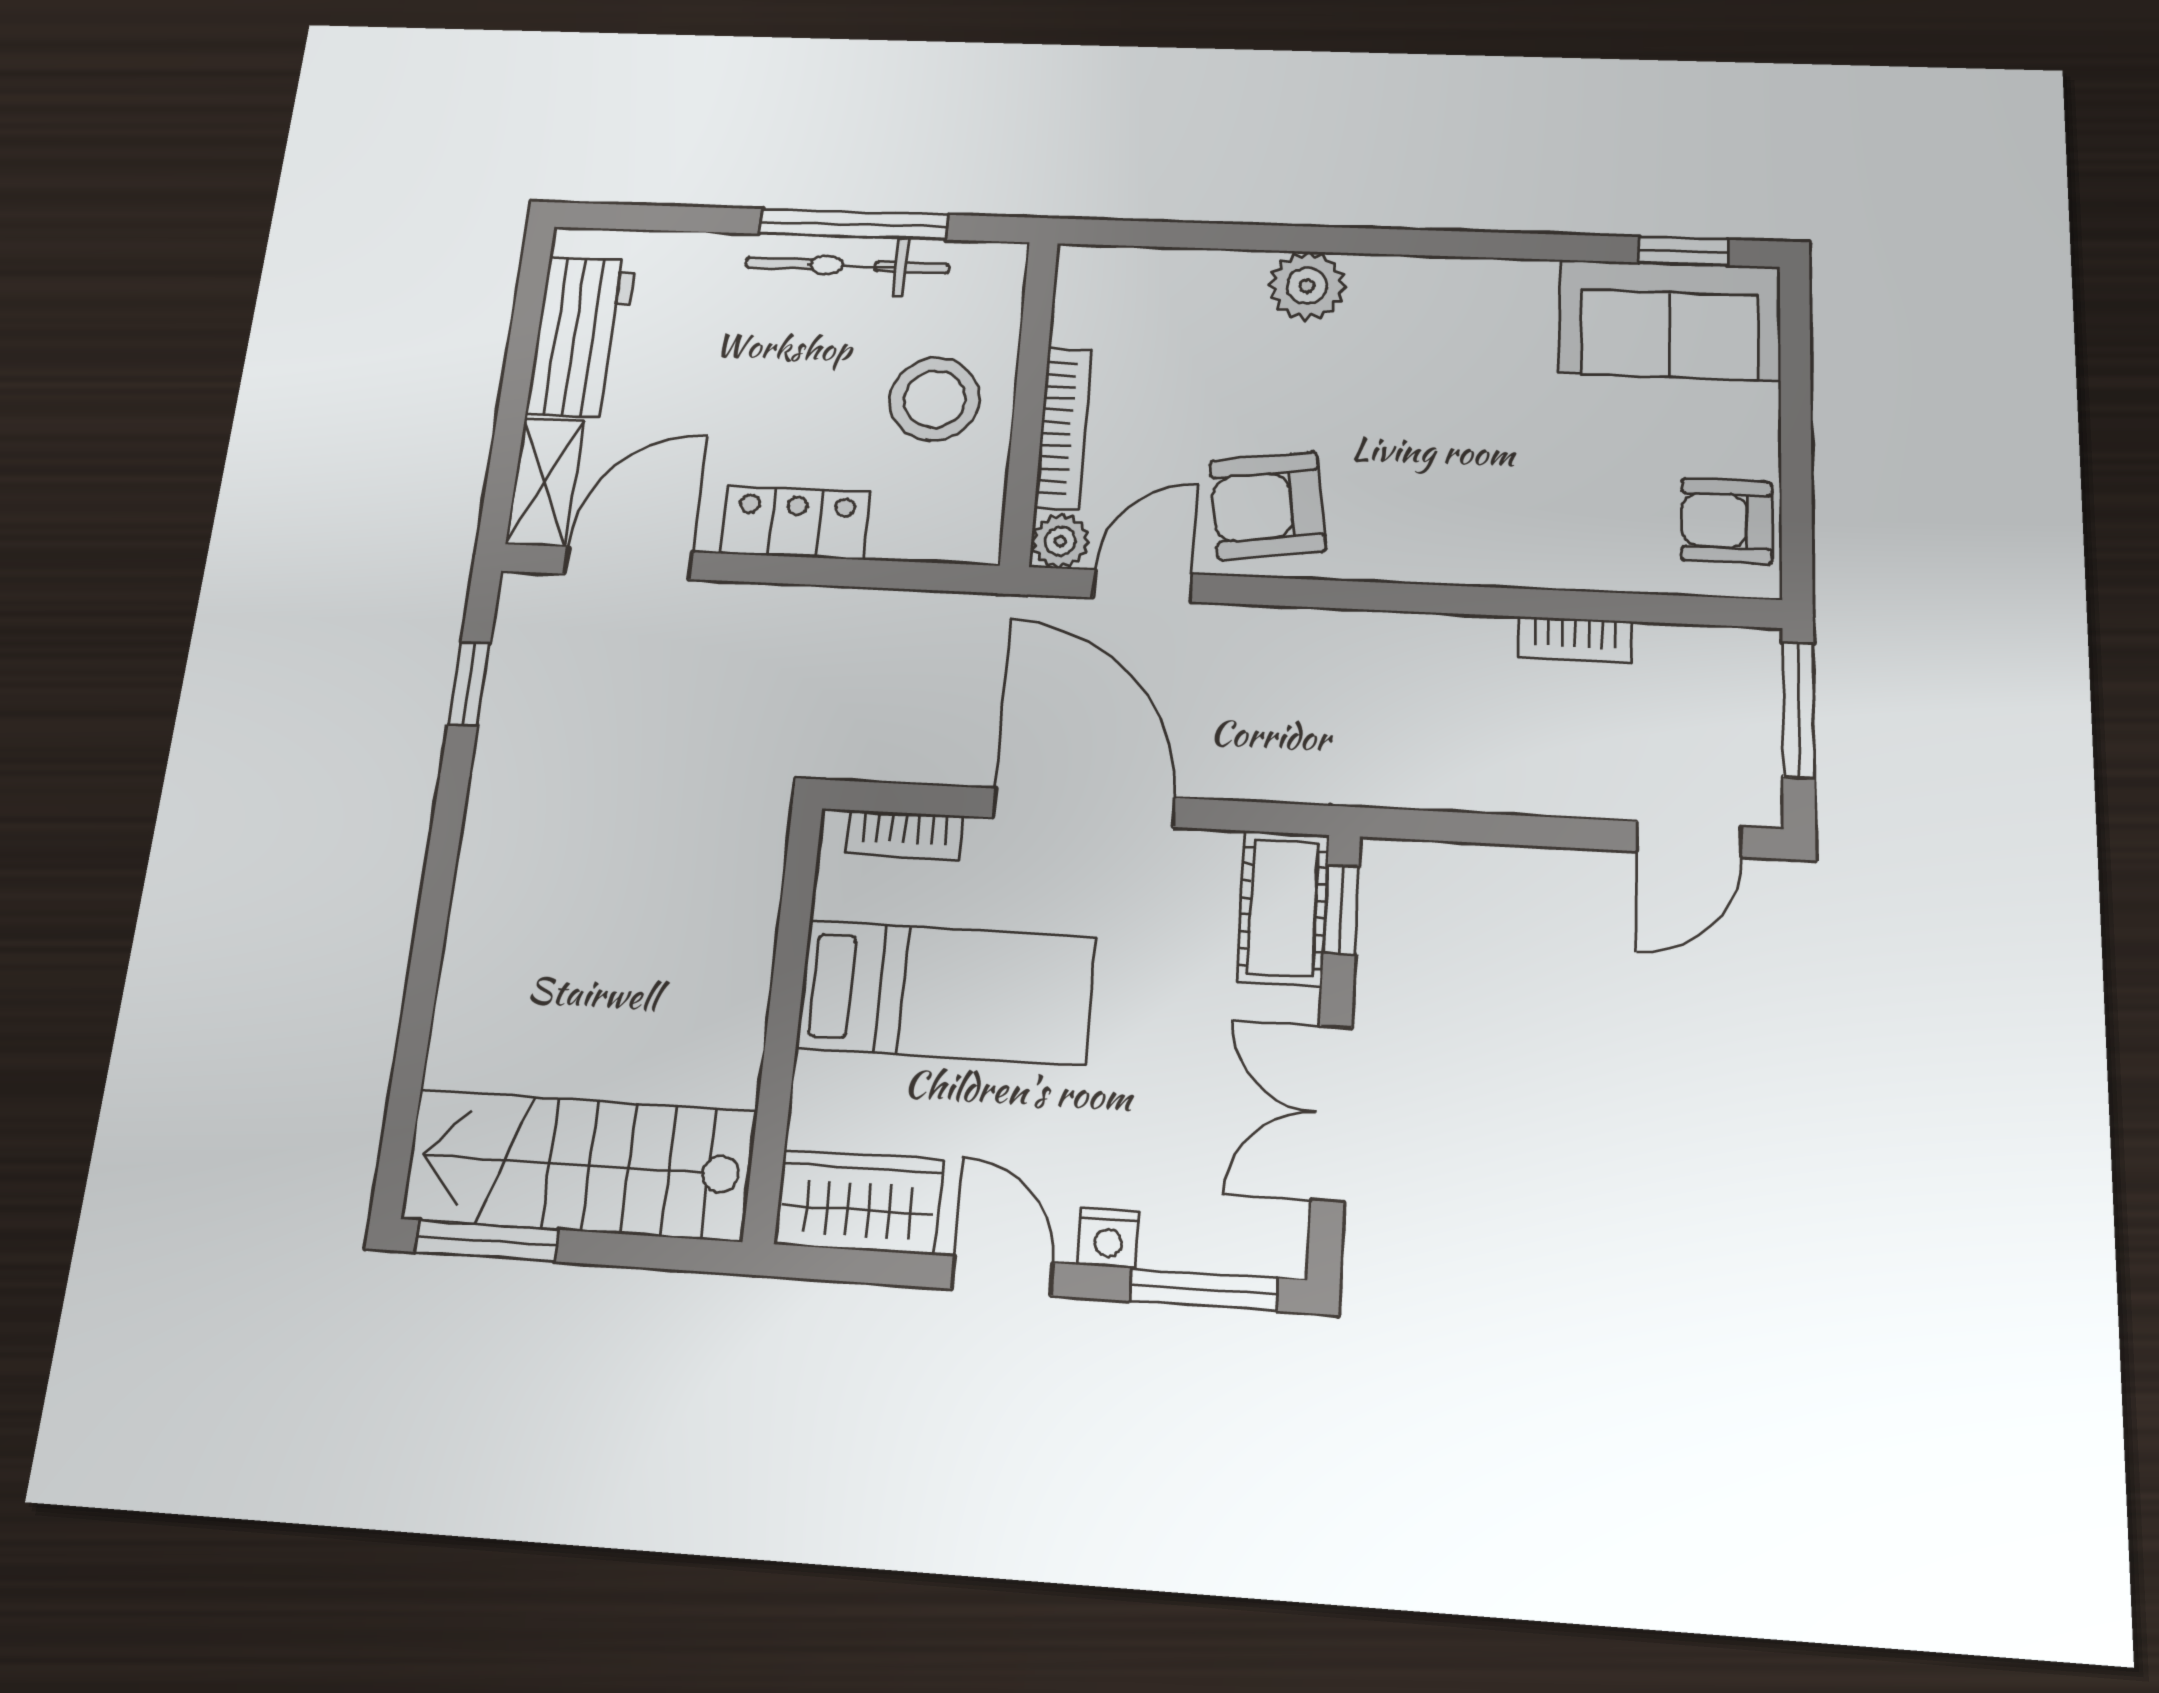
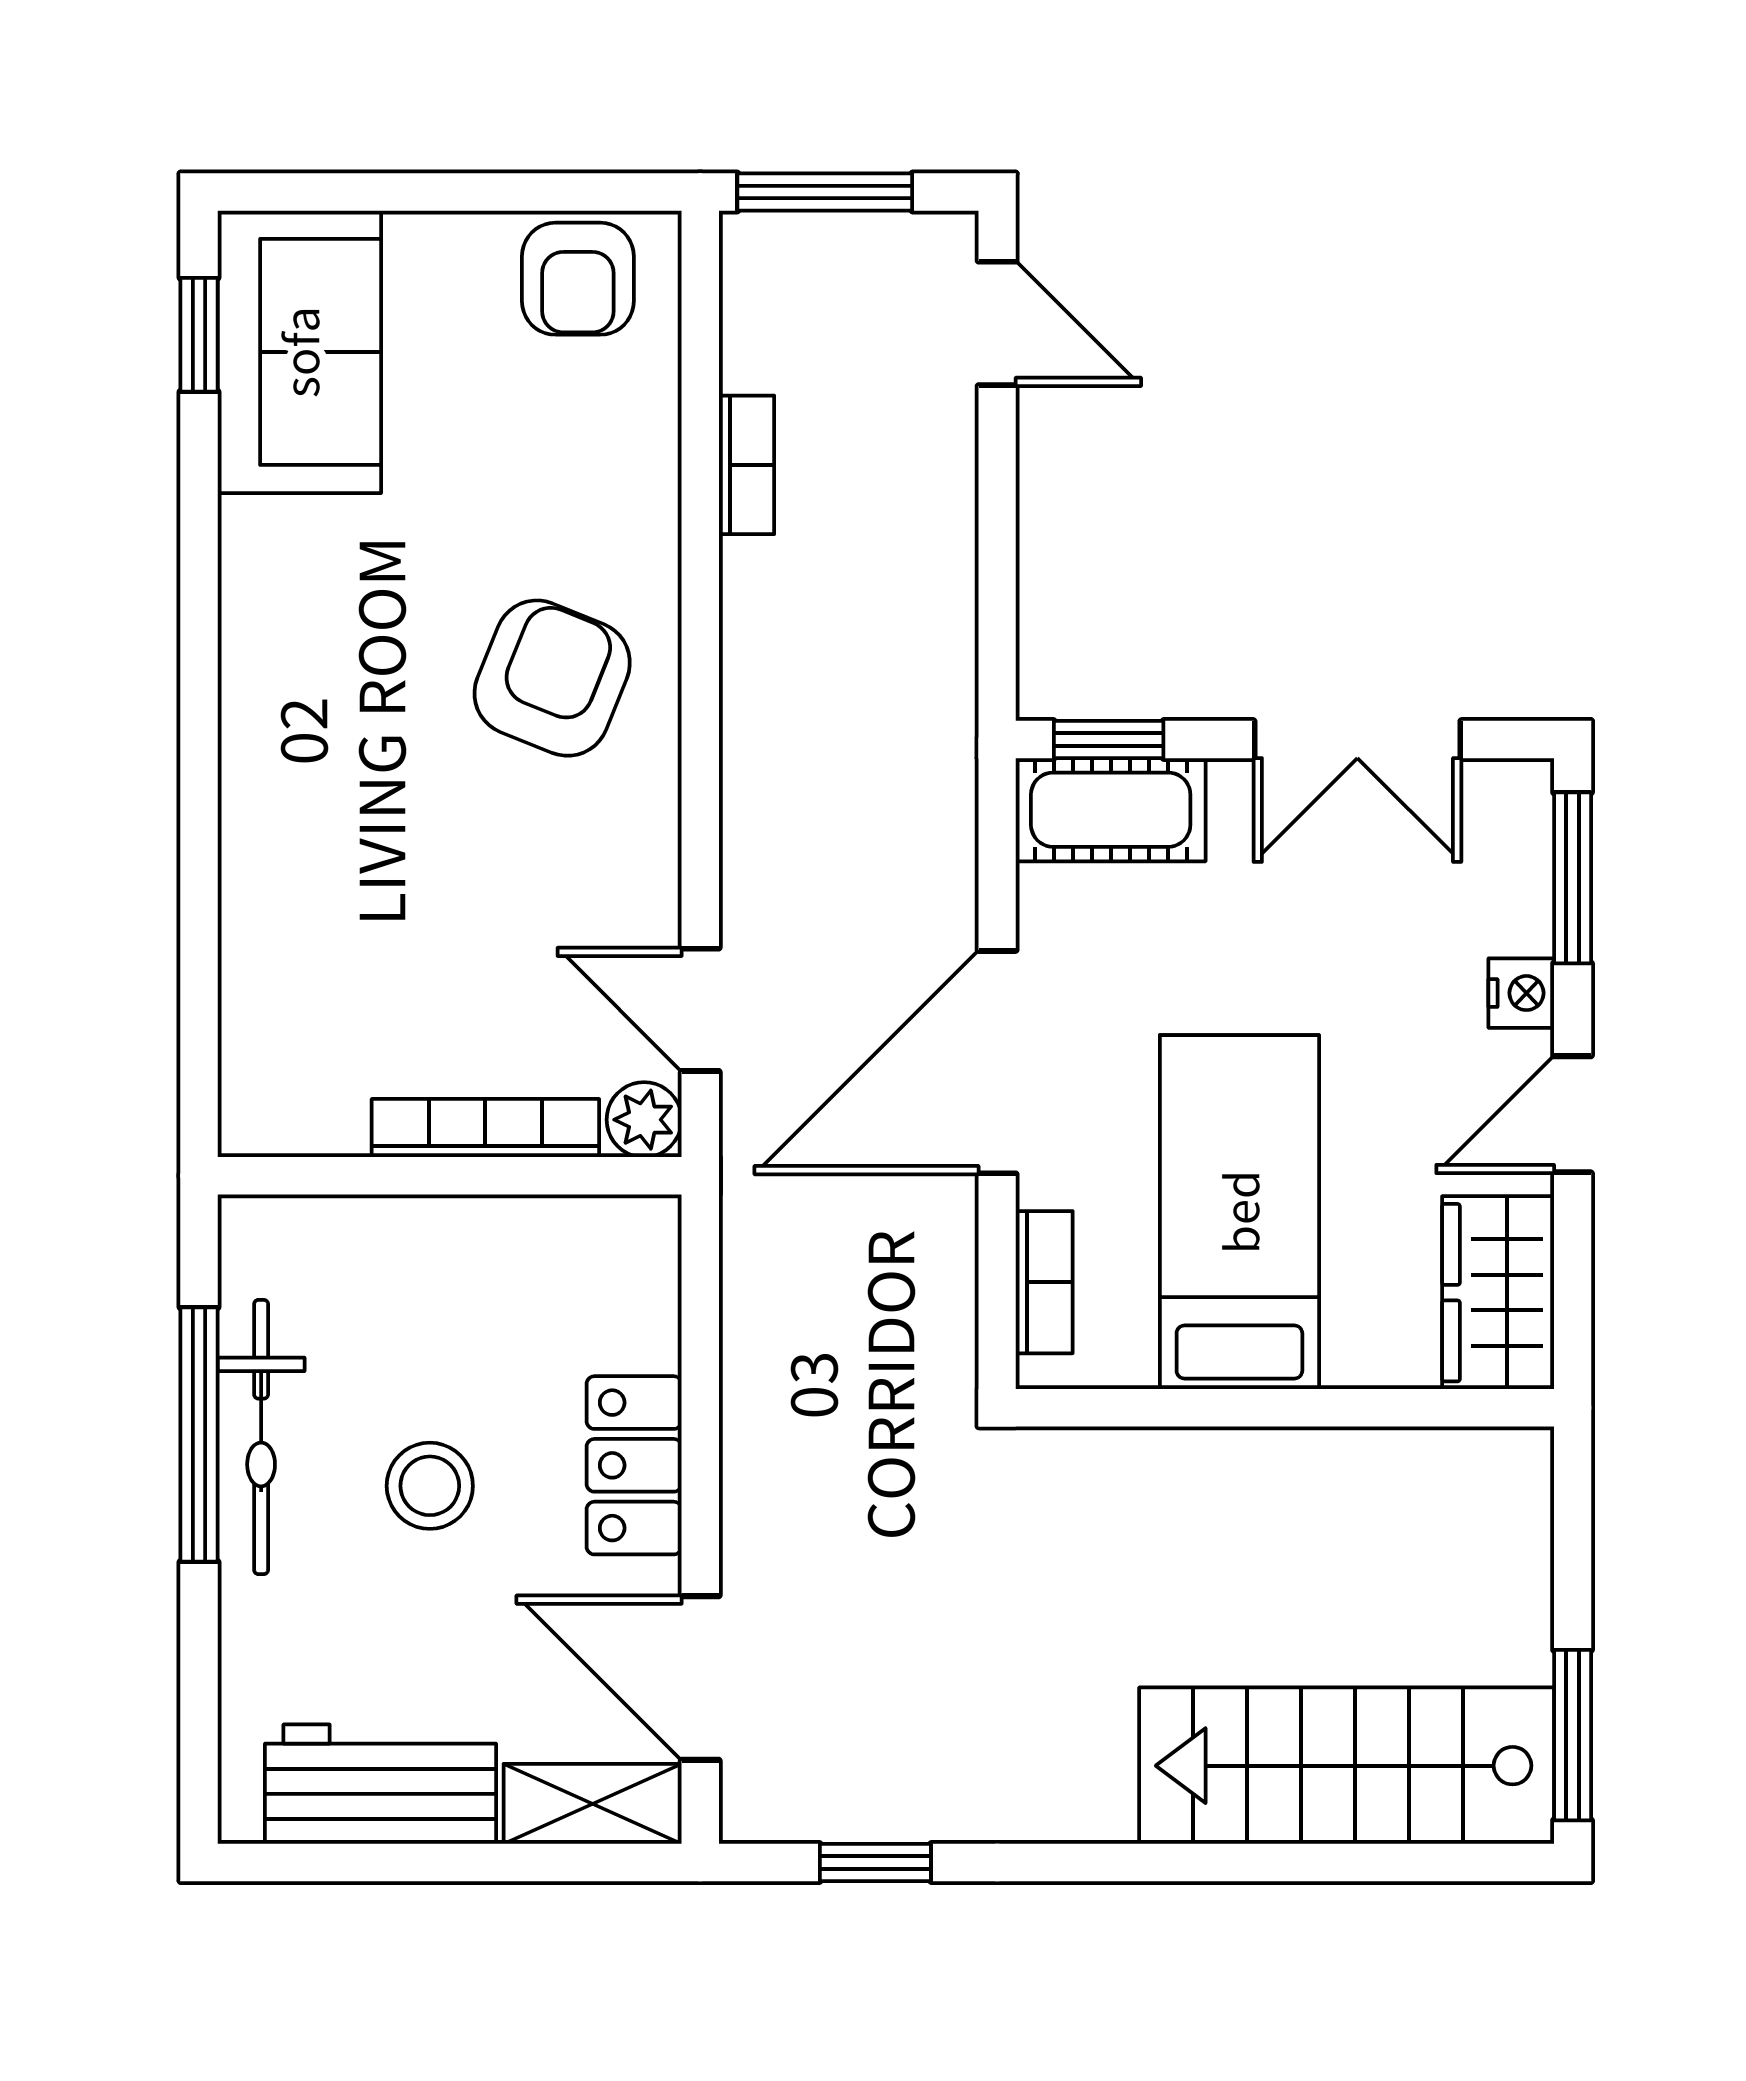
plant: (1307, 286) -> (268, 823), removed
stool: (935, 399) -> (430, 1486), moved, width x0.73, depth x0.73
armchair: (1268, 506) -> (552, 678), moved, turned -150
stairs: (578, 1165) -> (1347, 1766), moved, turned 90

